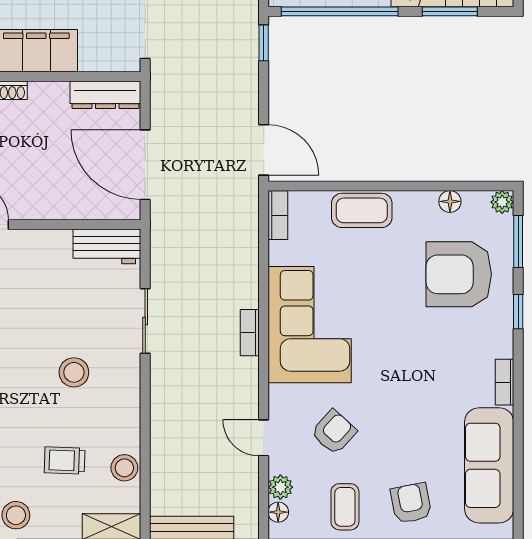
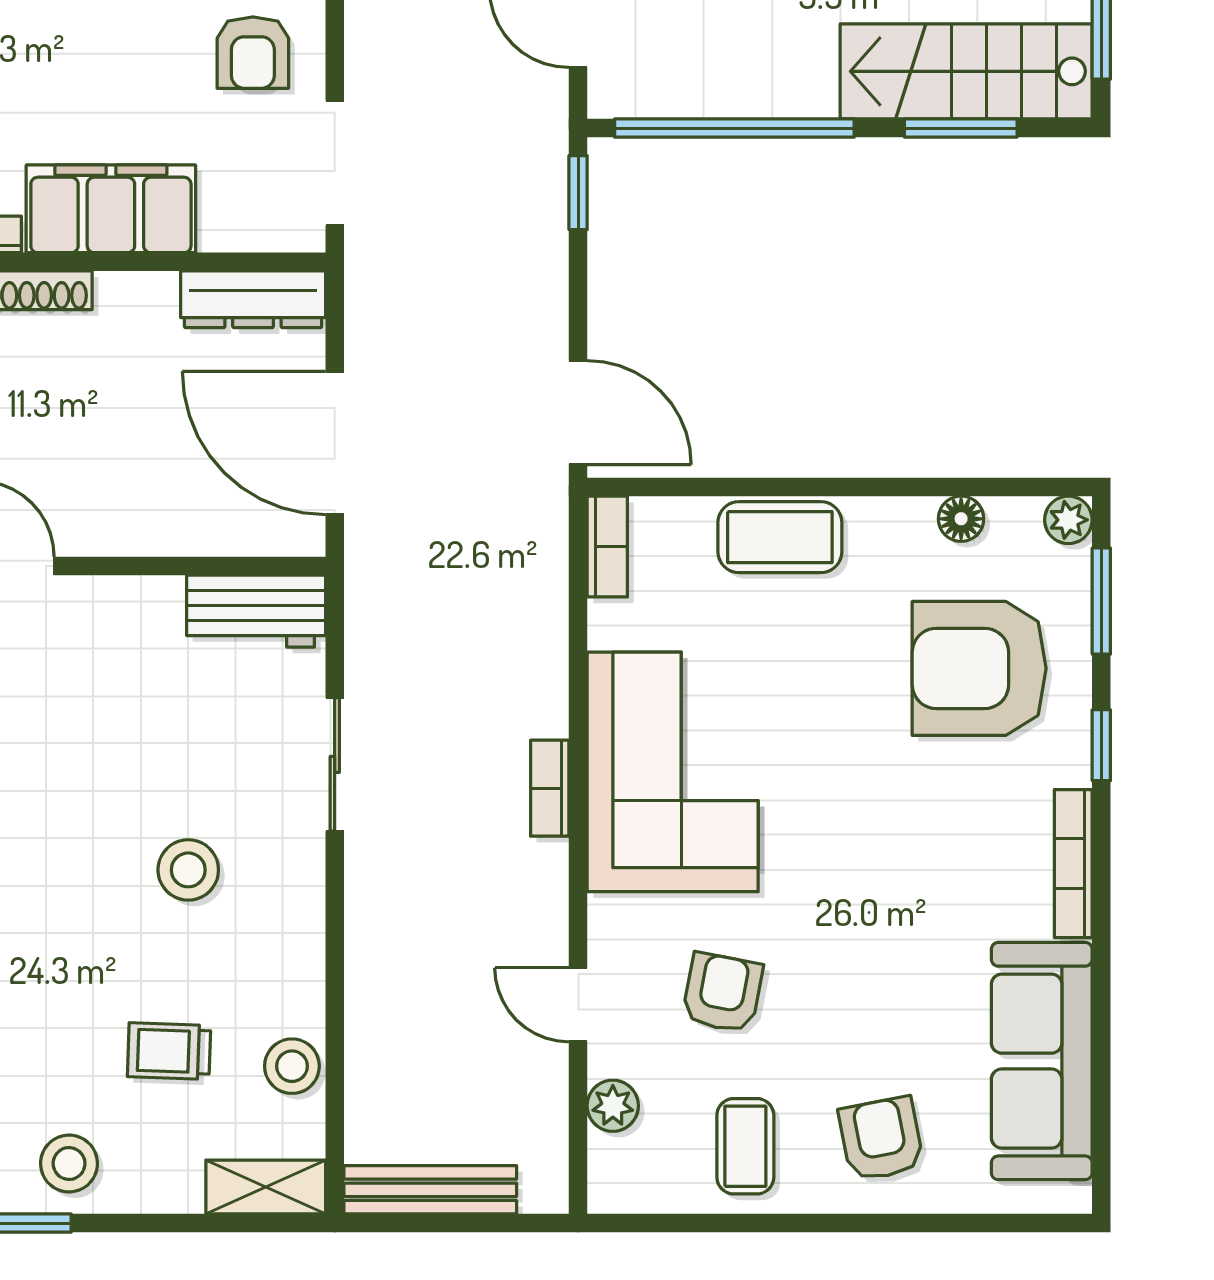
bookcase: (504, 382) -> (1073, 864), width x1.56
armchair: (334, 432) -> (722, 993), turned -31
floor lamp: (278, 512) -> (608, 1157), removed

